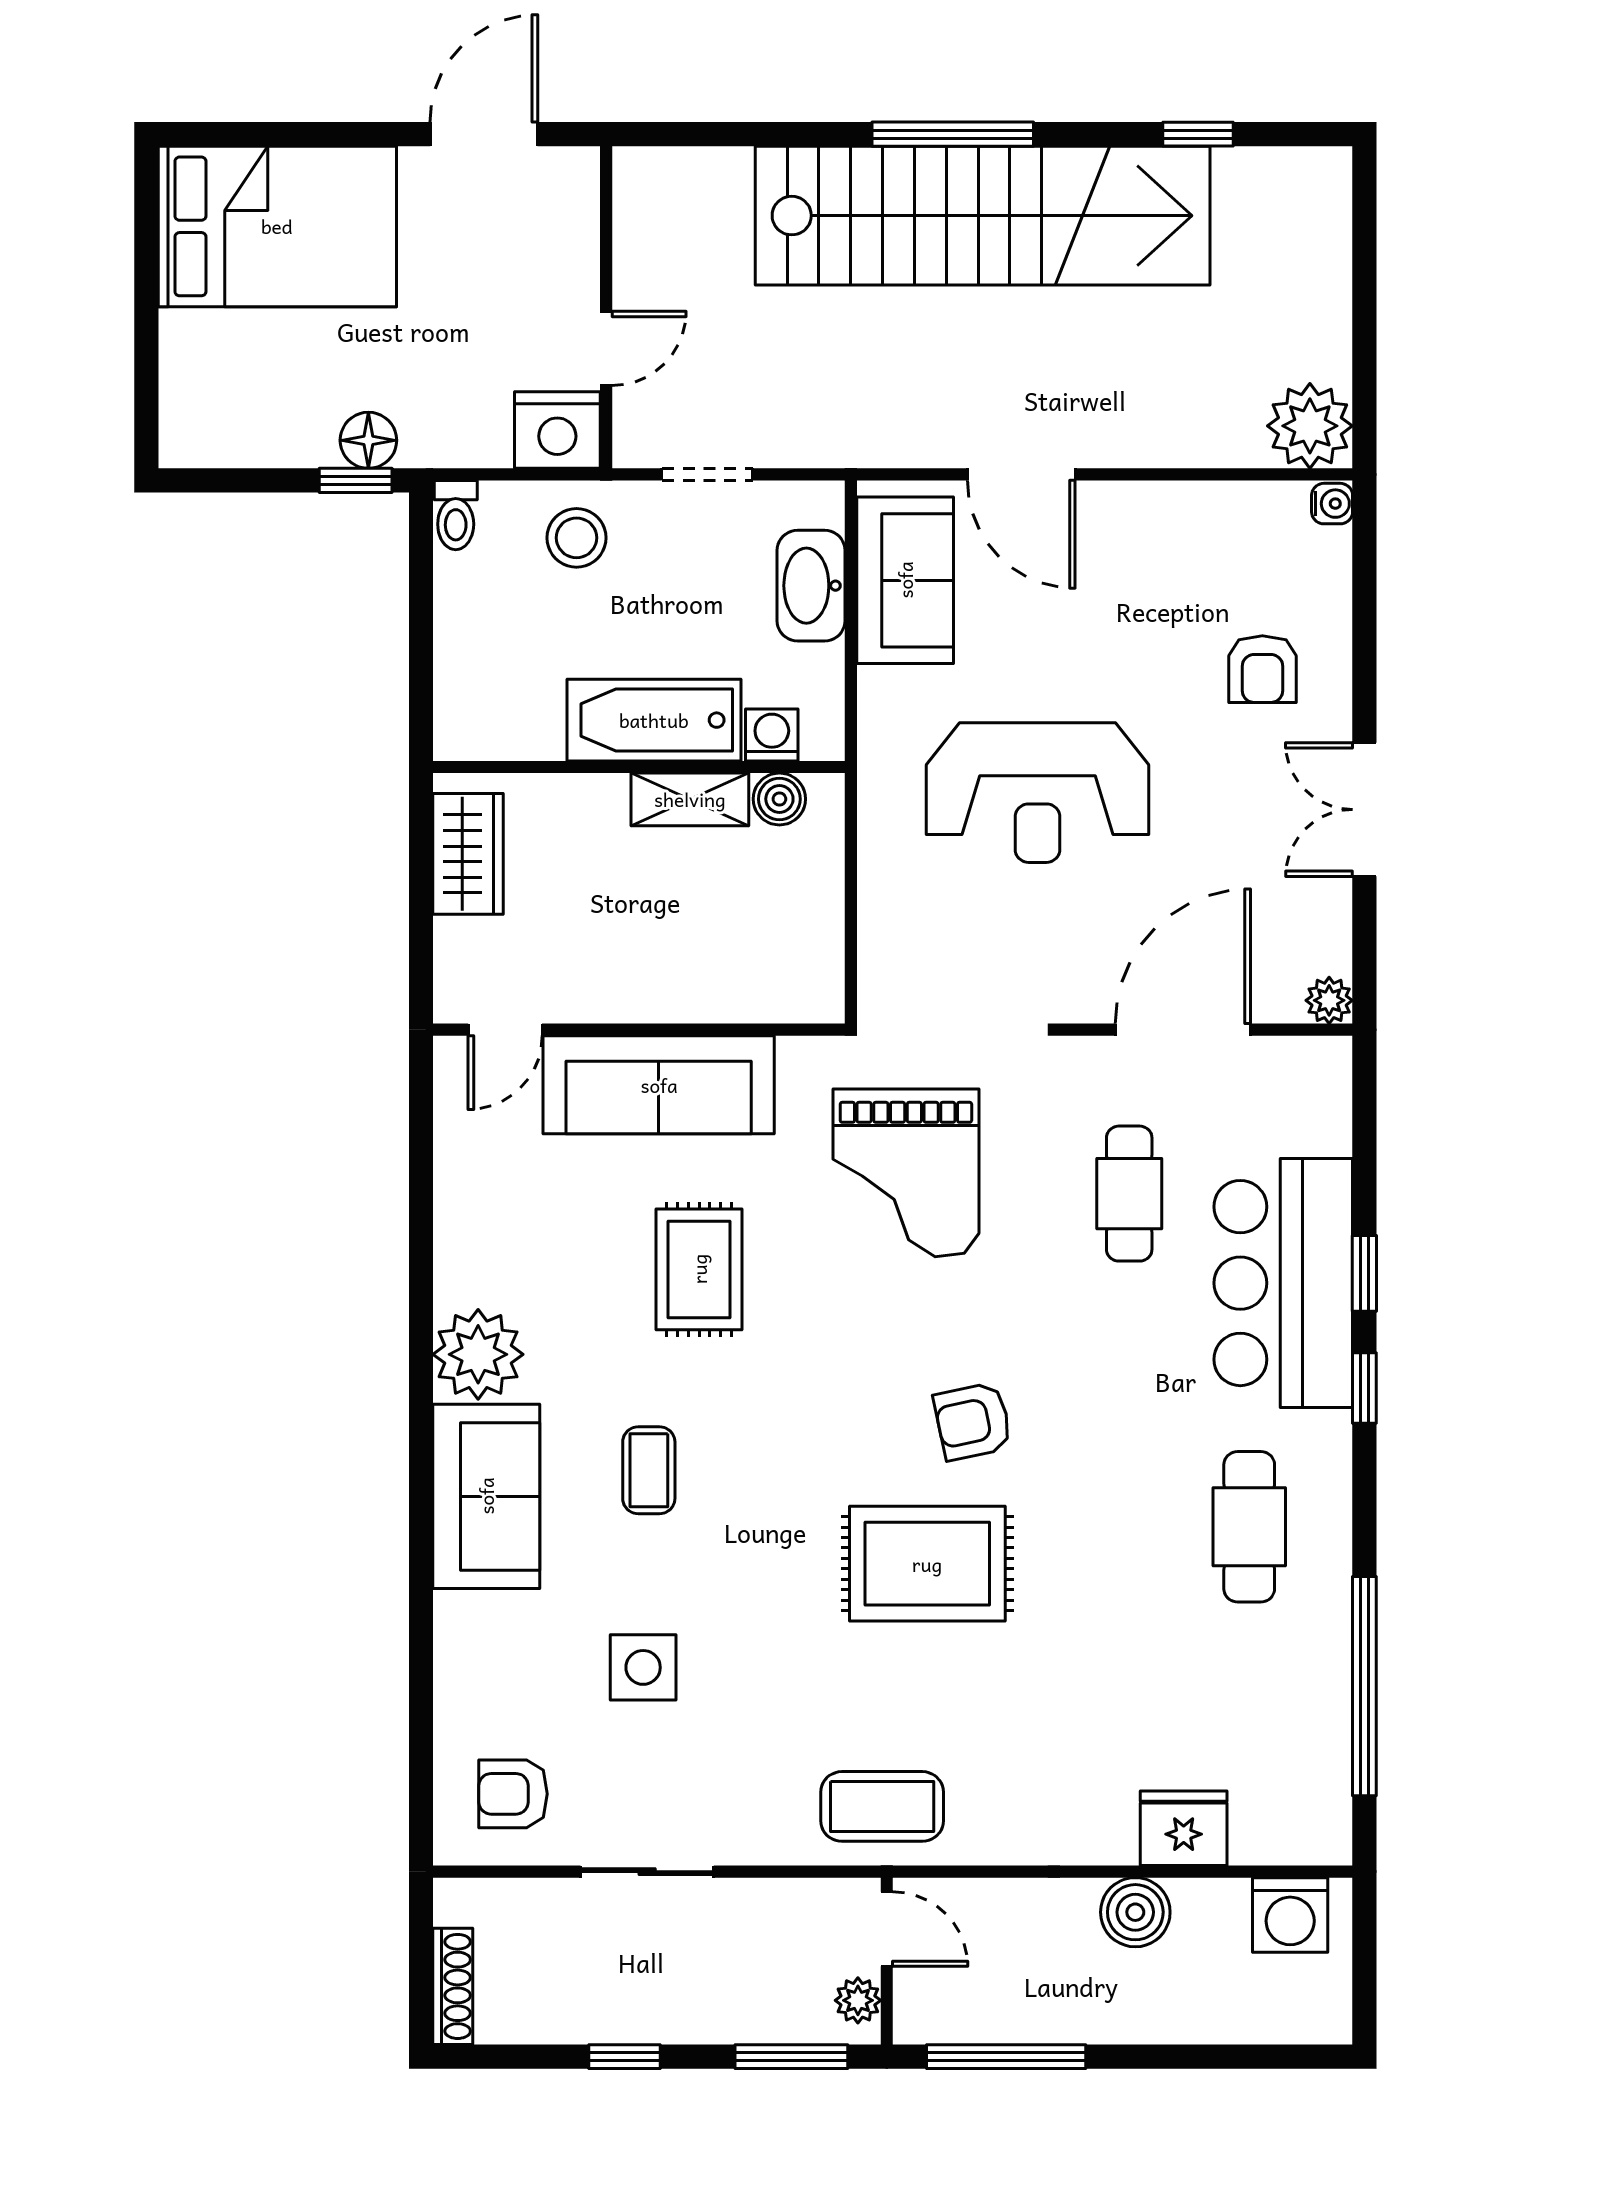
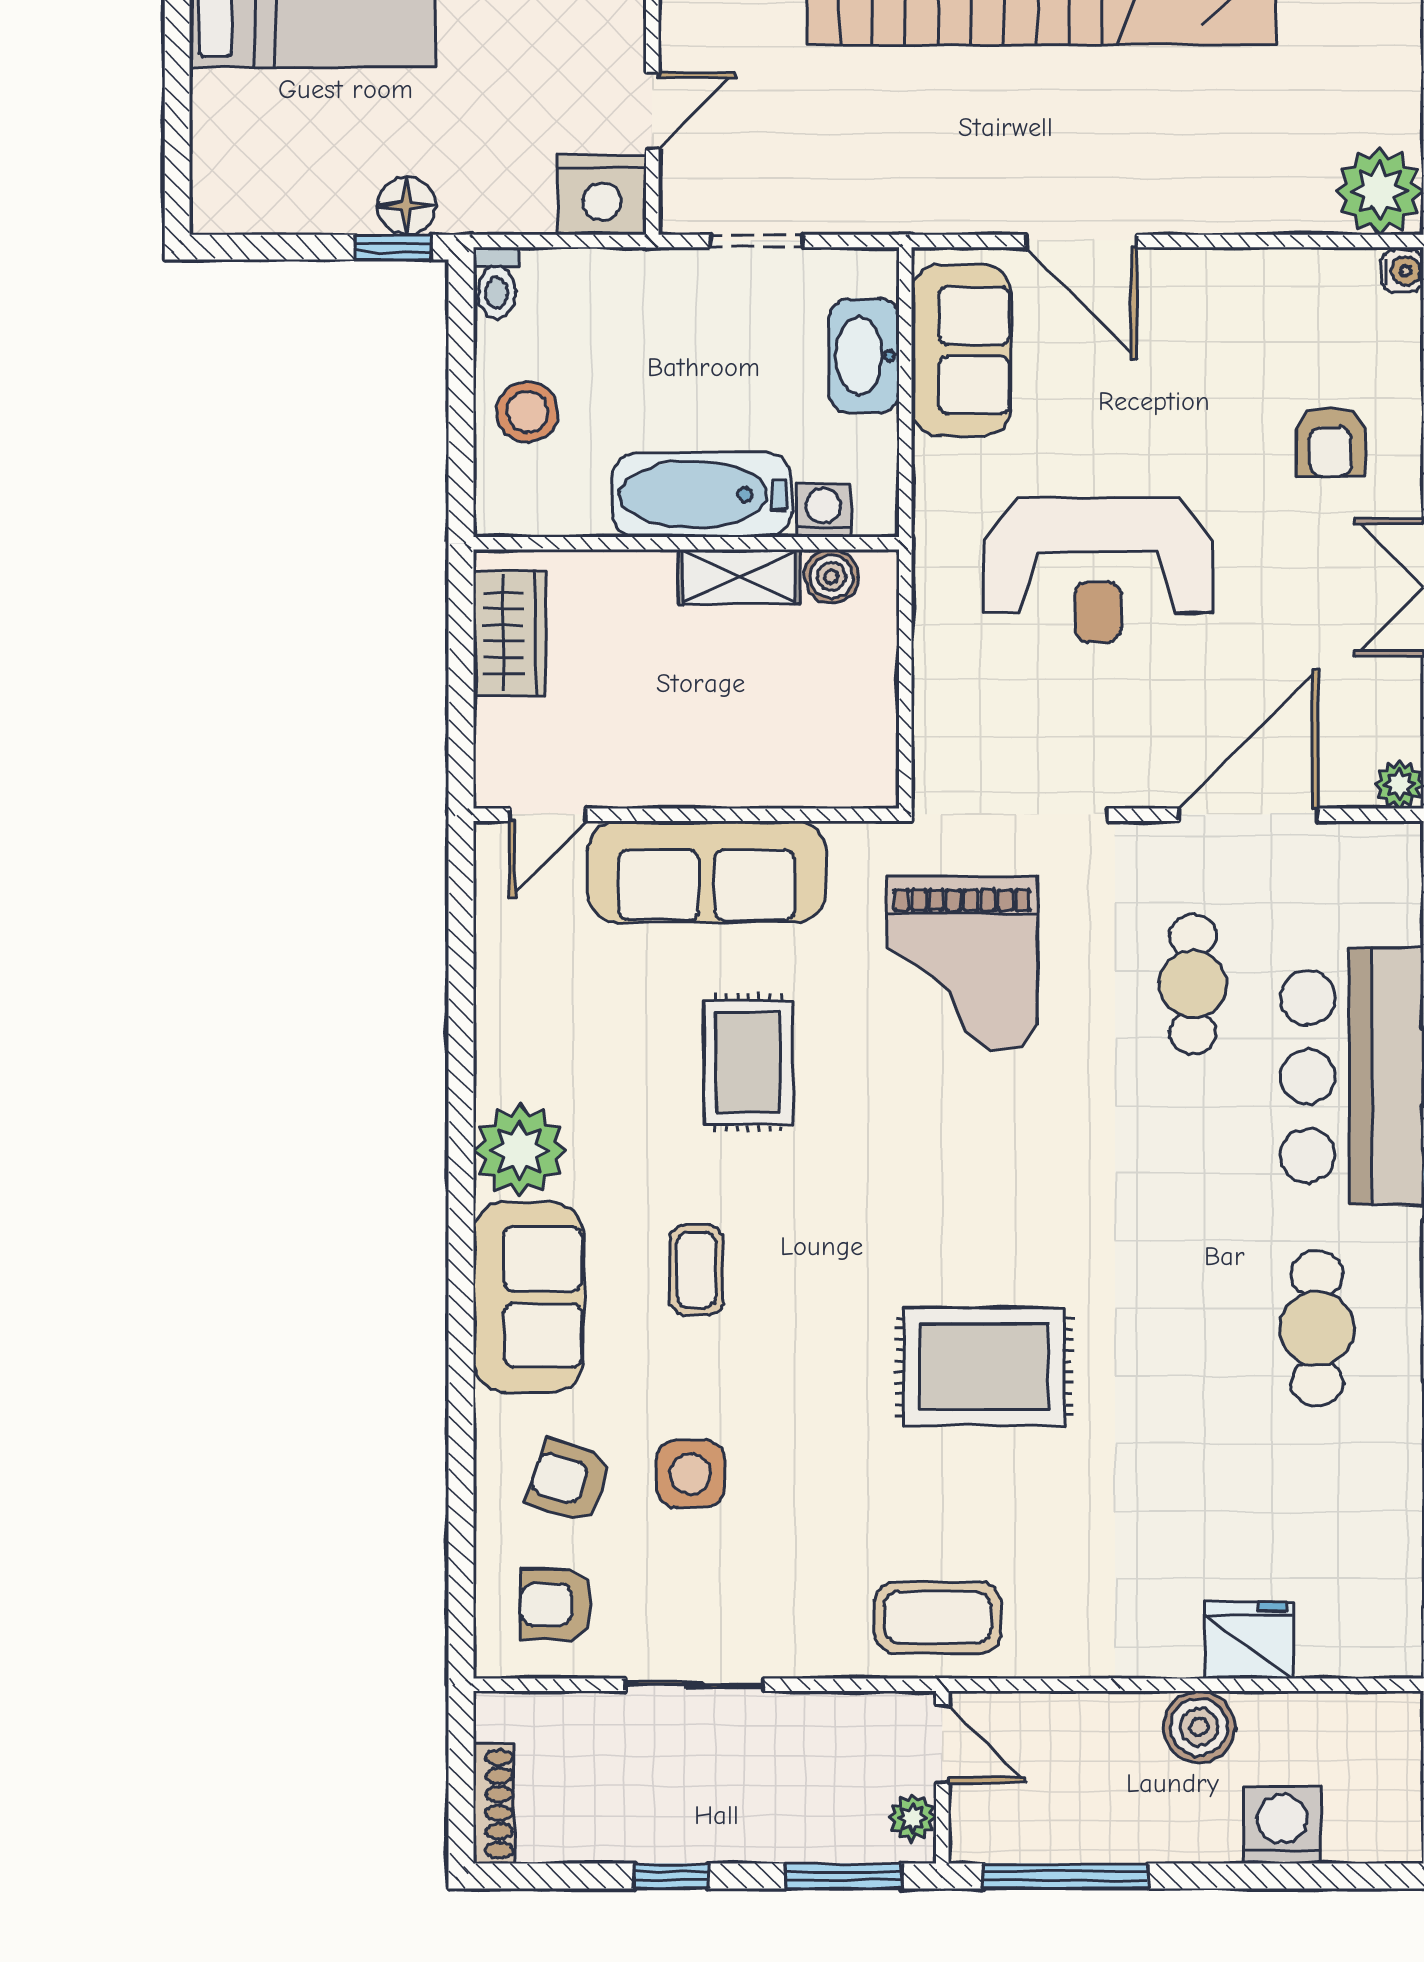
stool: (576, 538) -> (527, 412), moved
armchair: (973, 1421) -> (569, 1481), moved, turned 30
washing machine: (1290, 1915) -> (1282, 1825), moved, turned 180

